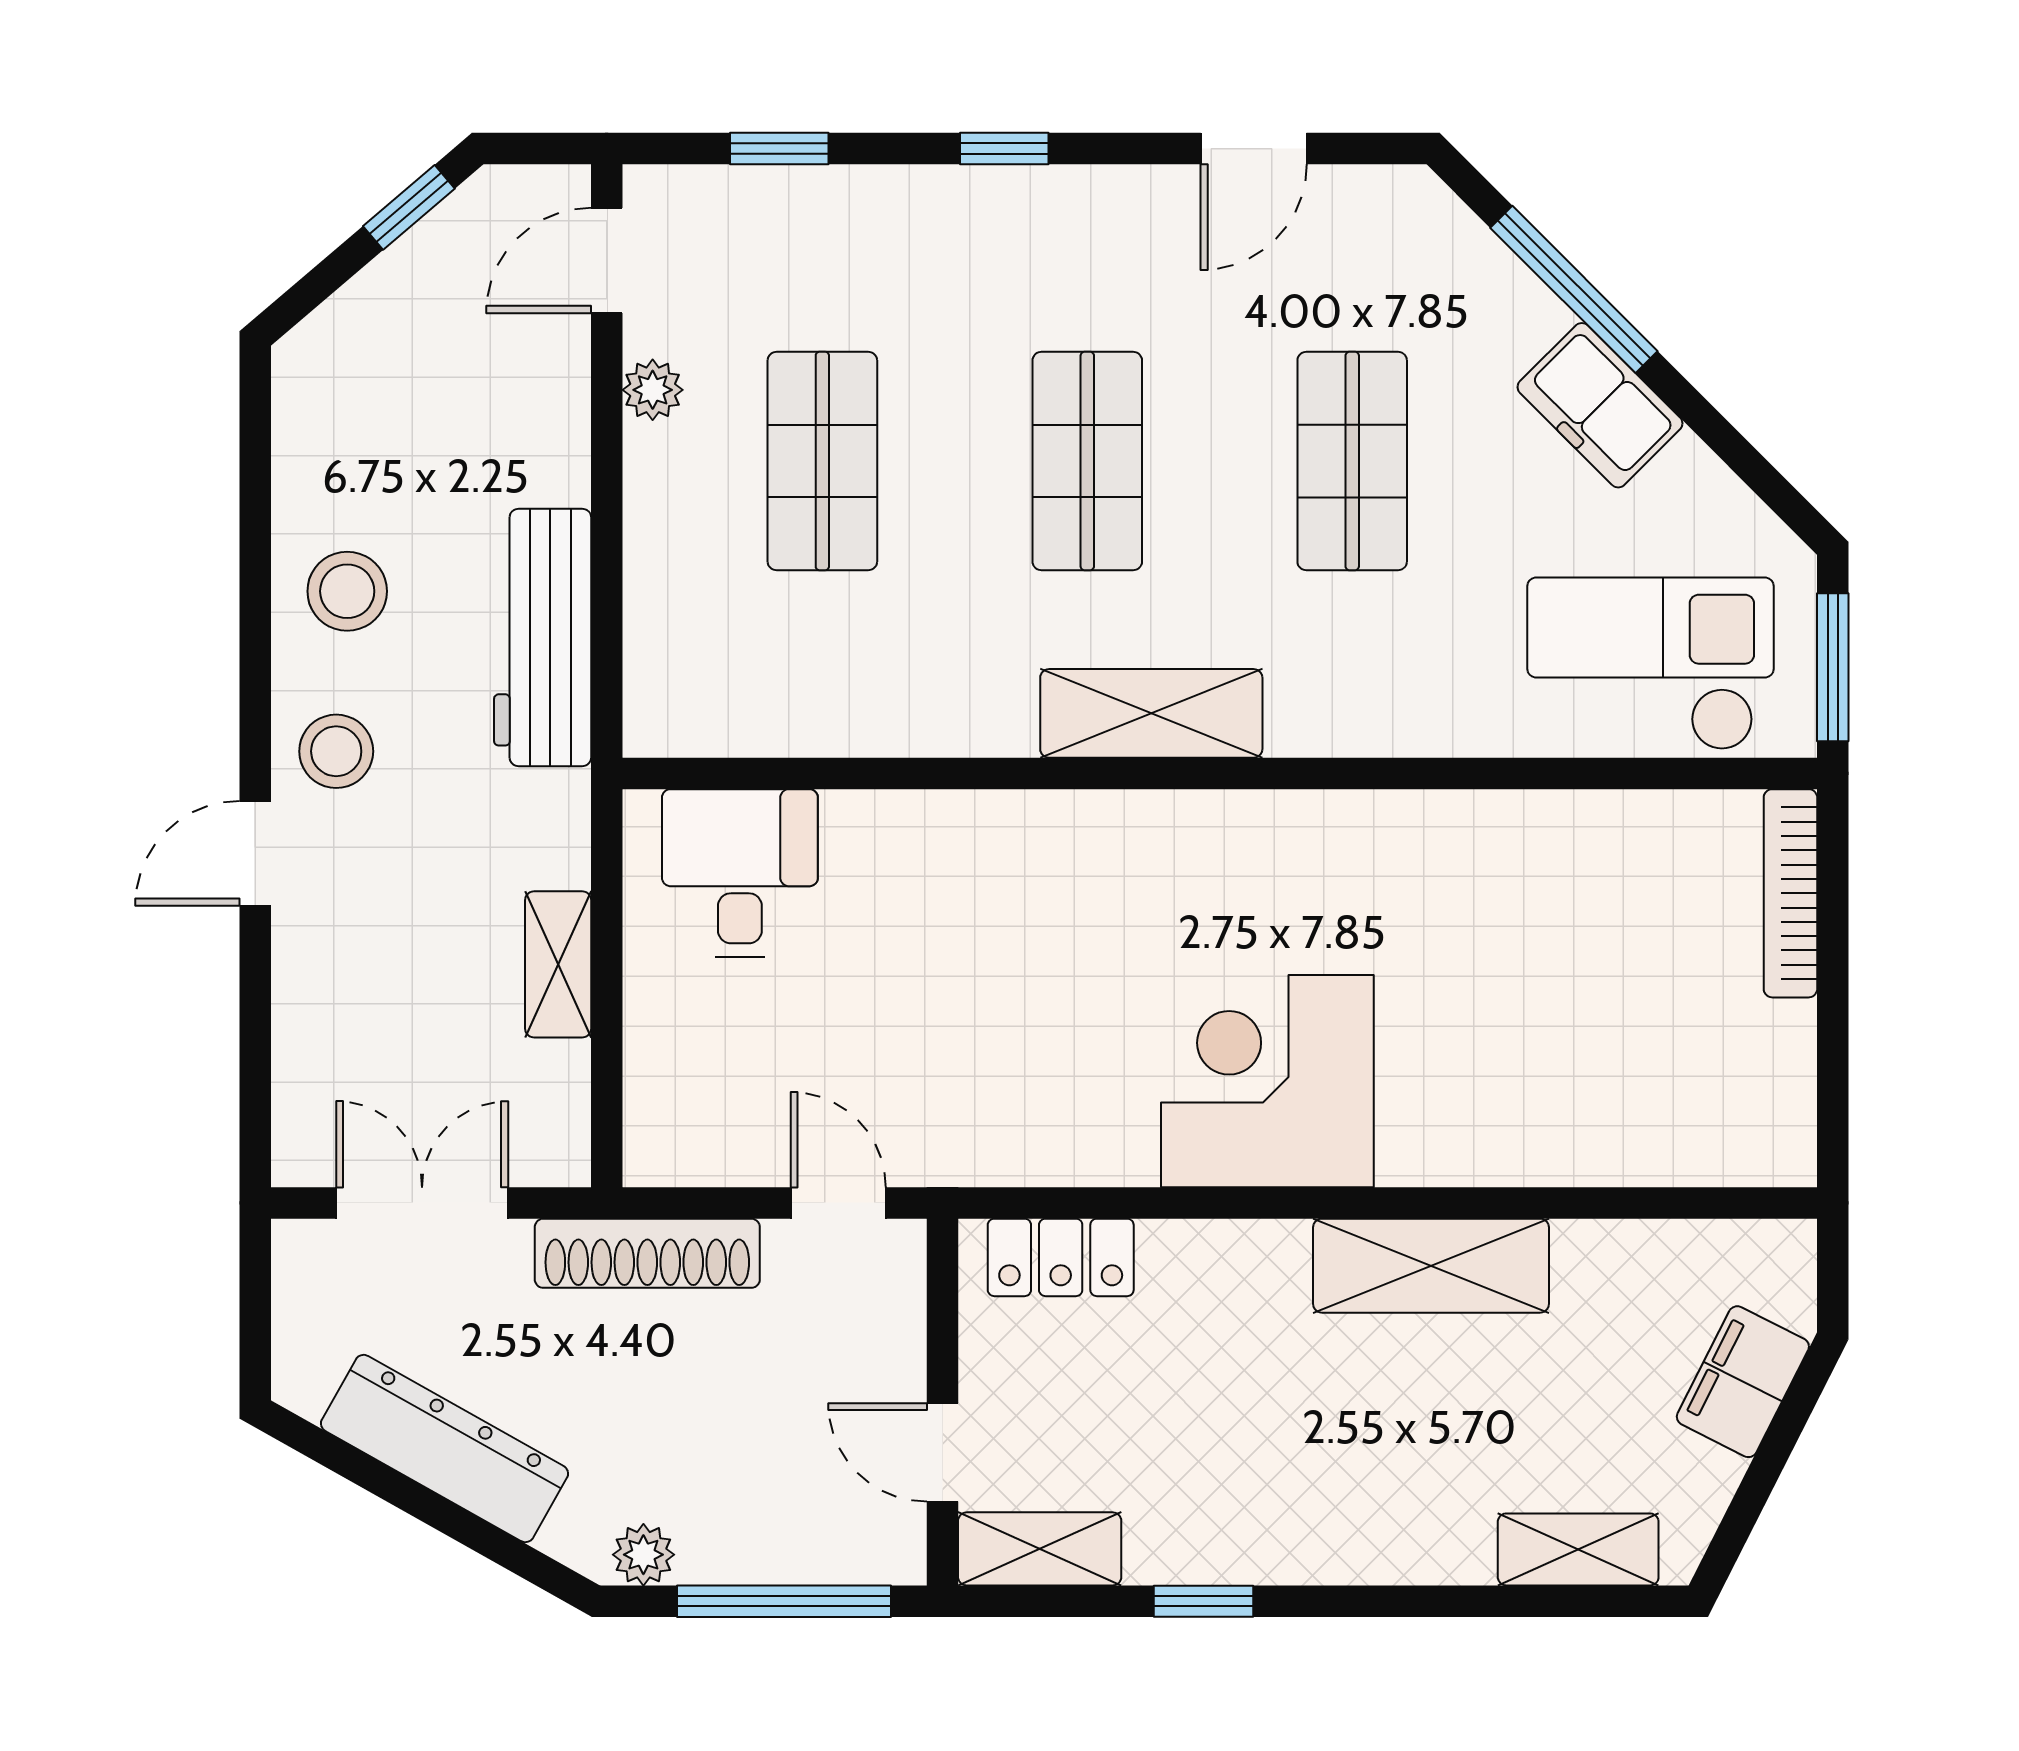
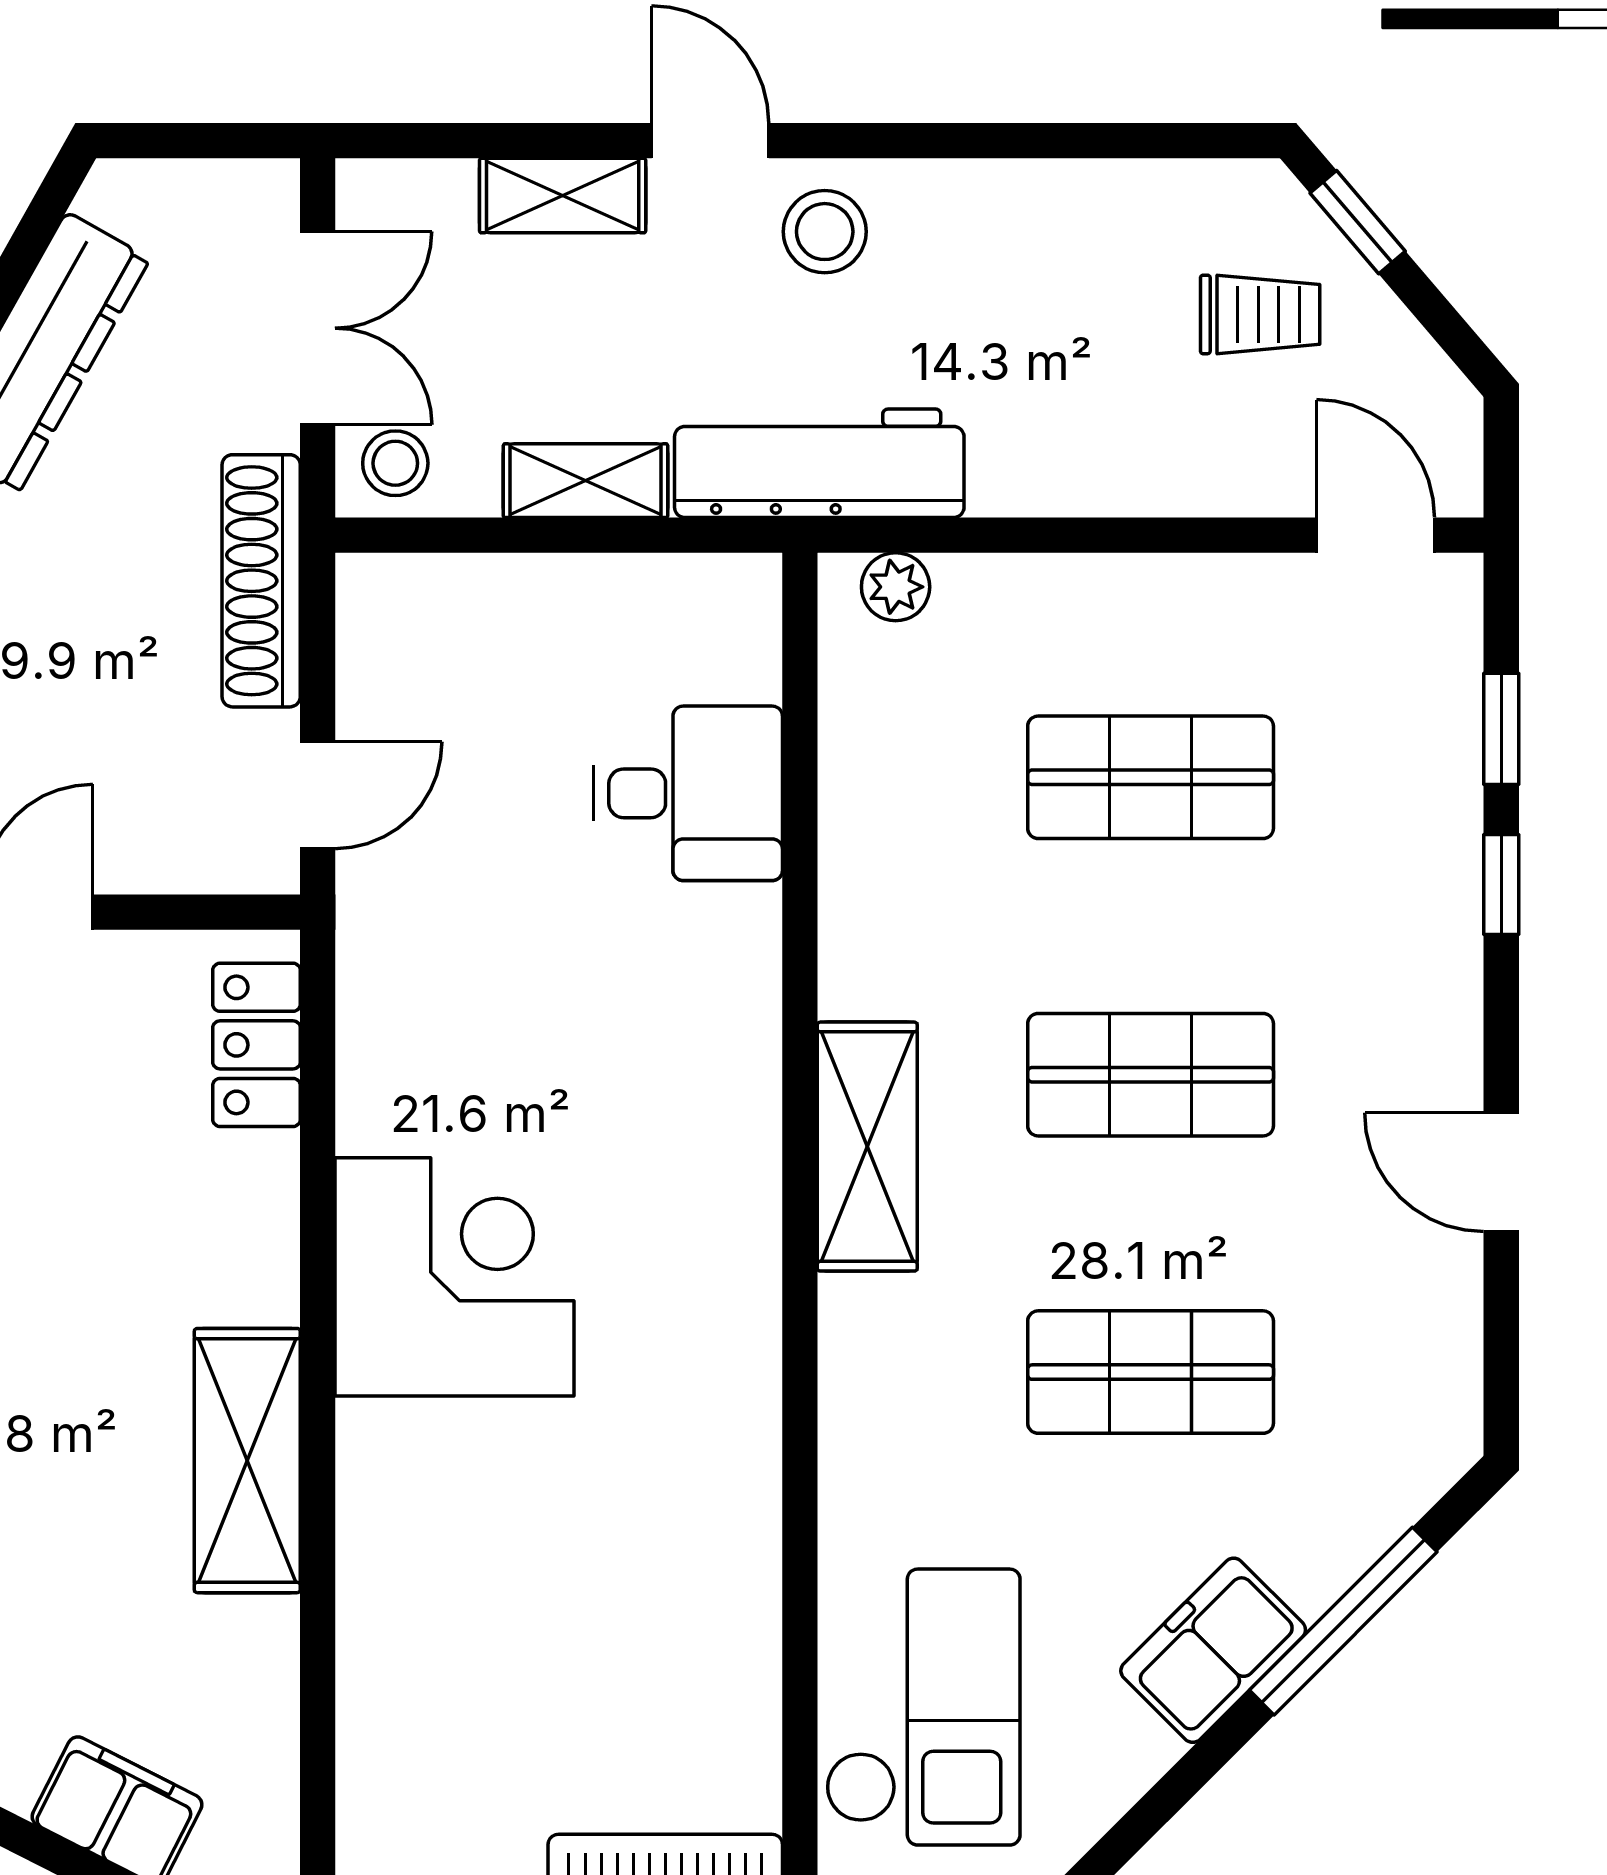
window: (1004, 149) -> (1501, 885), moved
door: (1254, 149) -> (1501, 1172), moved
window: (409, 207) -> (1358, 222), moved
trolley: (410, 363) -> (1260, 314), added
plant: (653, 390) -> (896, 587), moved
stool: (347, 591) -> (395, 463), moved, width x0.73, depth x0.73
workbench: (543, 637) -> (819, 463), moved
desk: (740, 873) -> (688, 793), moved
shelving: (304, 985) -> (563, 196), added

